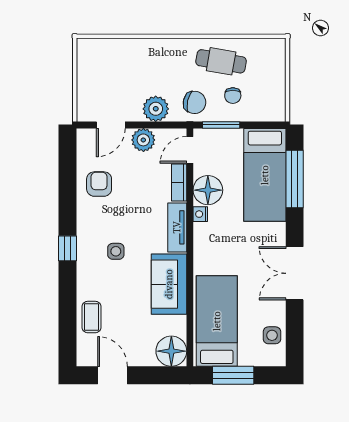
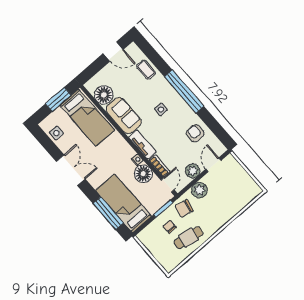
armchair: (99, 184) -> (195, 133), turned 180
window: (67, 248) -> (184, 91), width x3.17
floor lamp: (171, 351) -> (104, 95), moved

